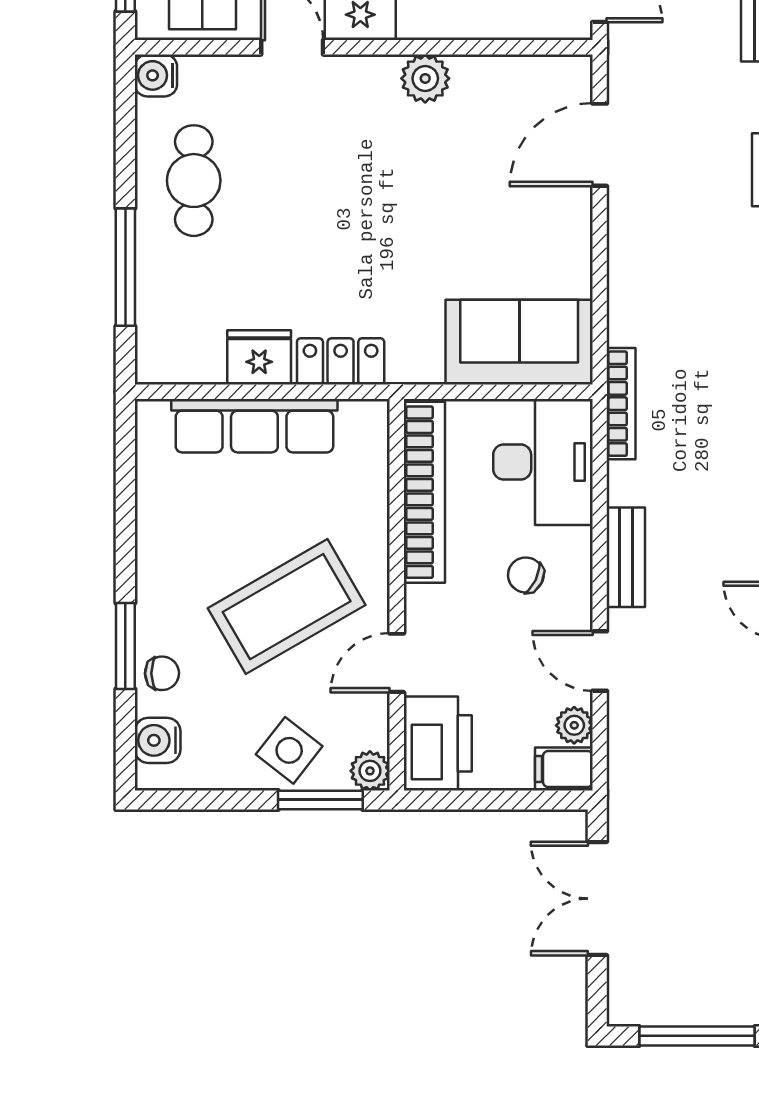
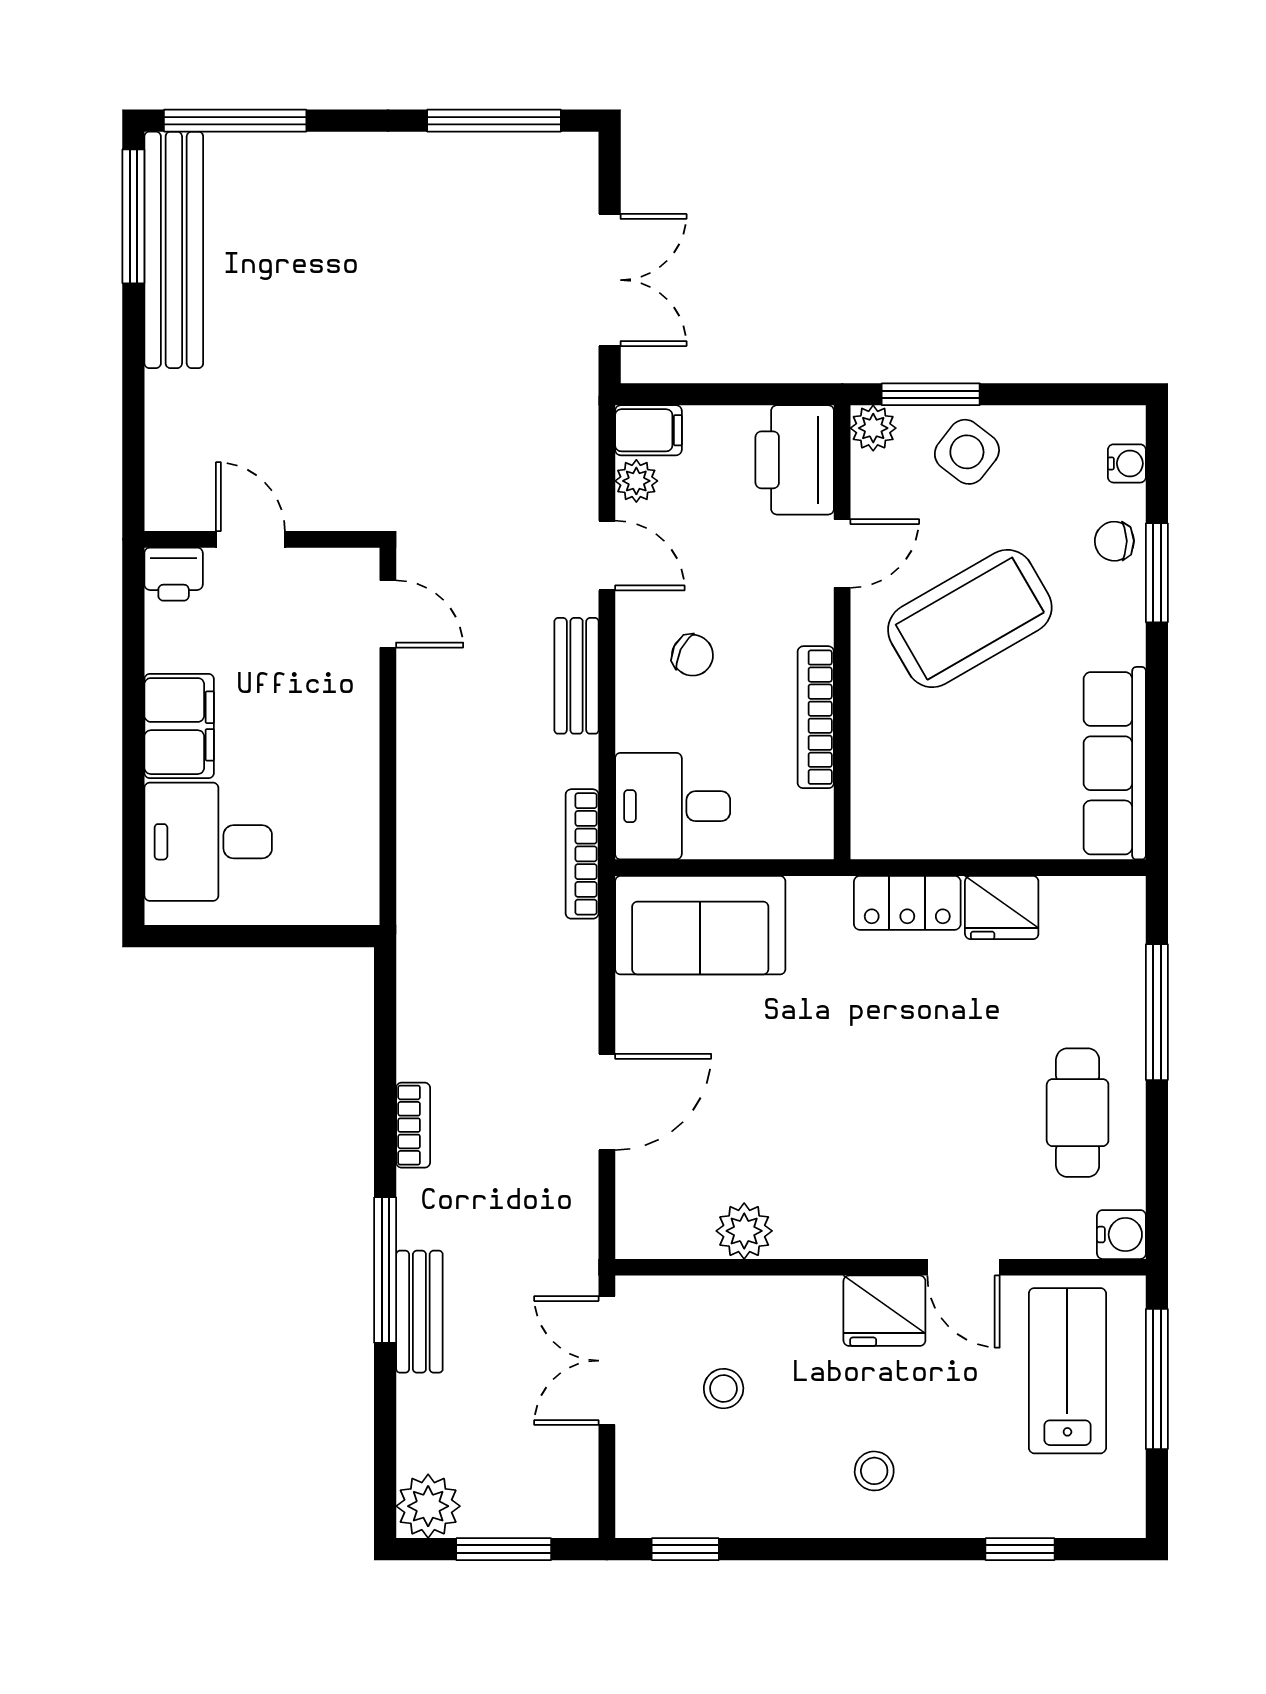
plant: (425, 78) -> (744, 1231), moved
door: (600, 145) -> (607, 1102), moved
row of seats: (254, 426) -> (1115, 763), moved, turned -90
desk: (543, 462) -> (673, 806), width x0.73
bookcase: (424, 492) -> (816, 717), width x0.68, depth x0.76
water cooler: (158, 740) -> (1127, 463), width x0.72, depth x0.72

